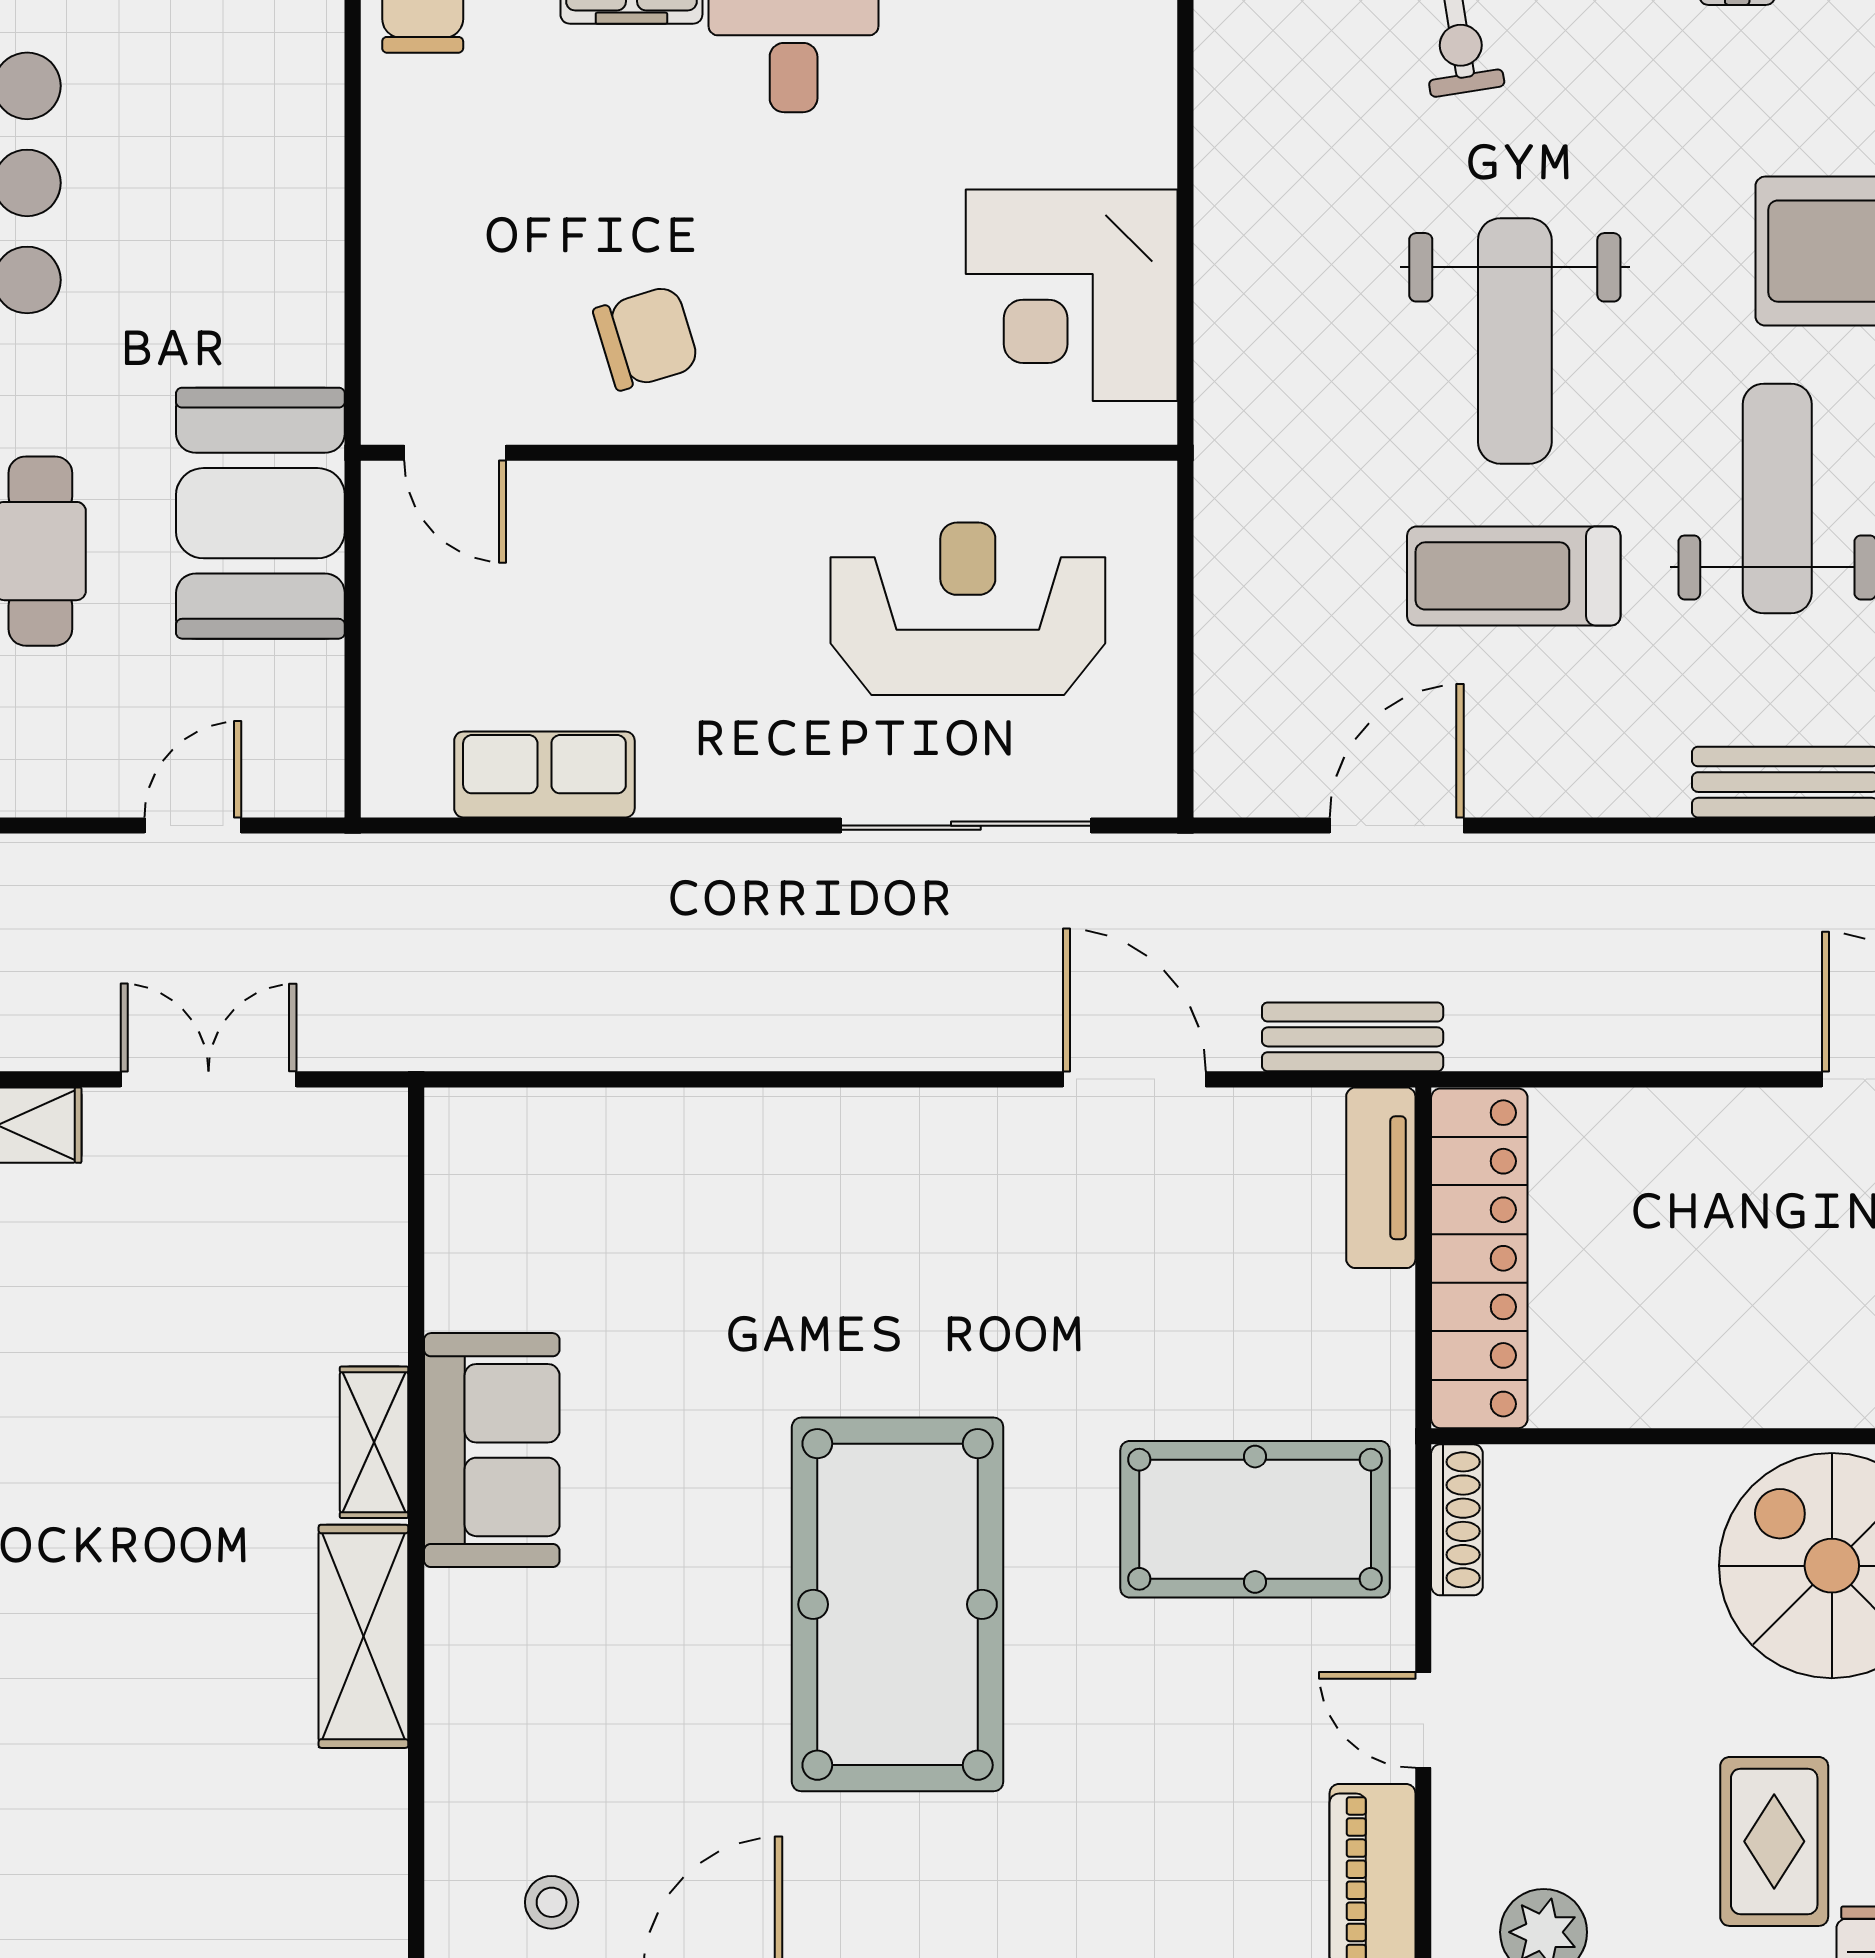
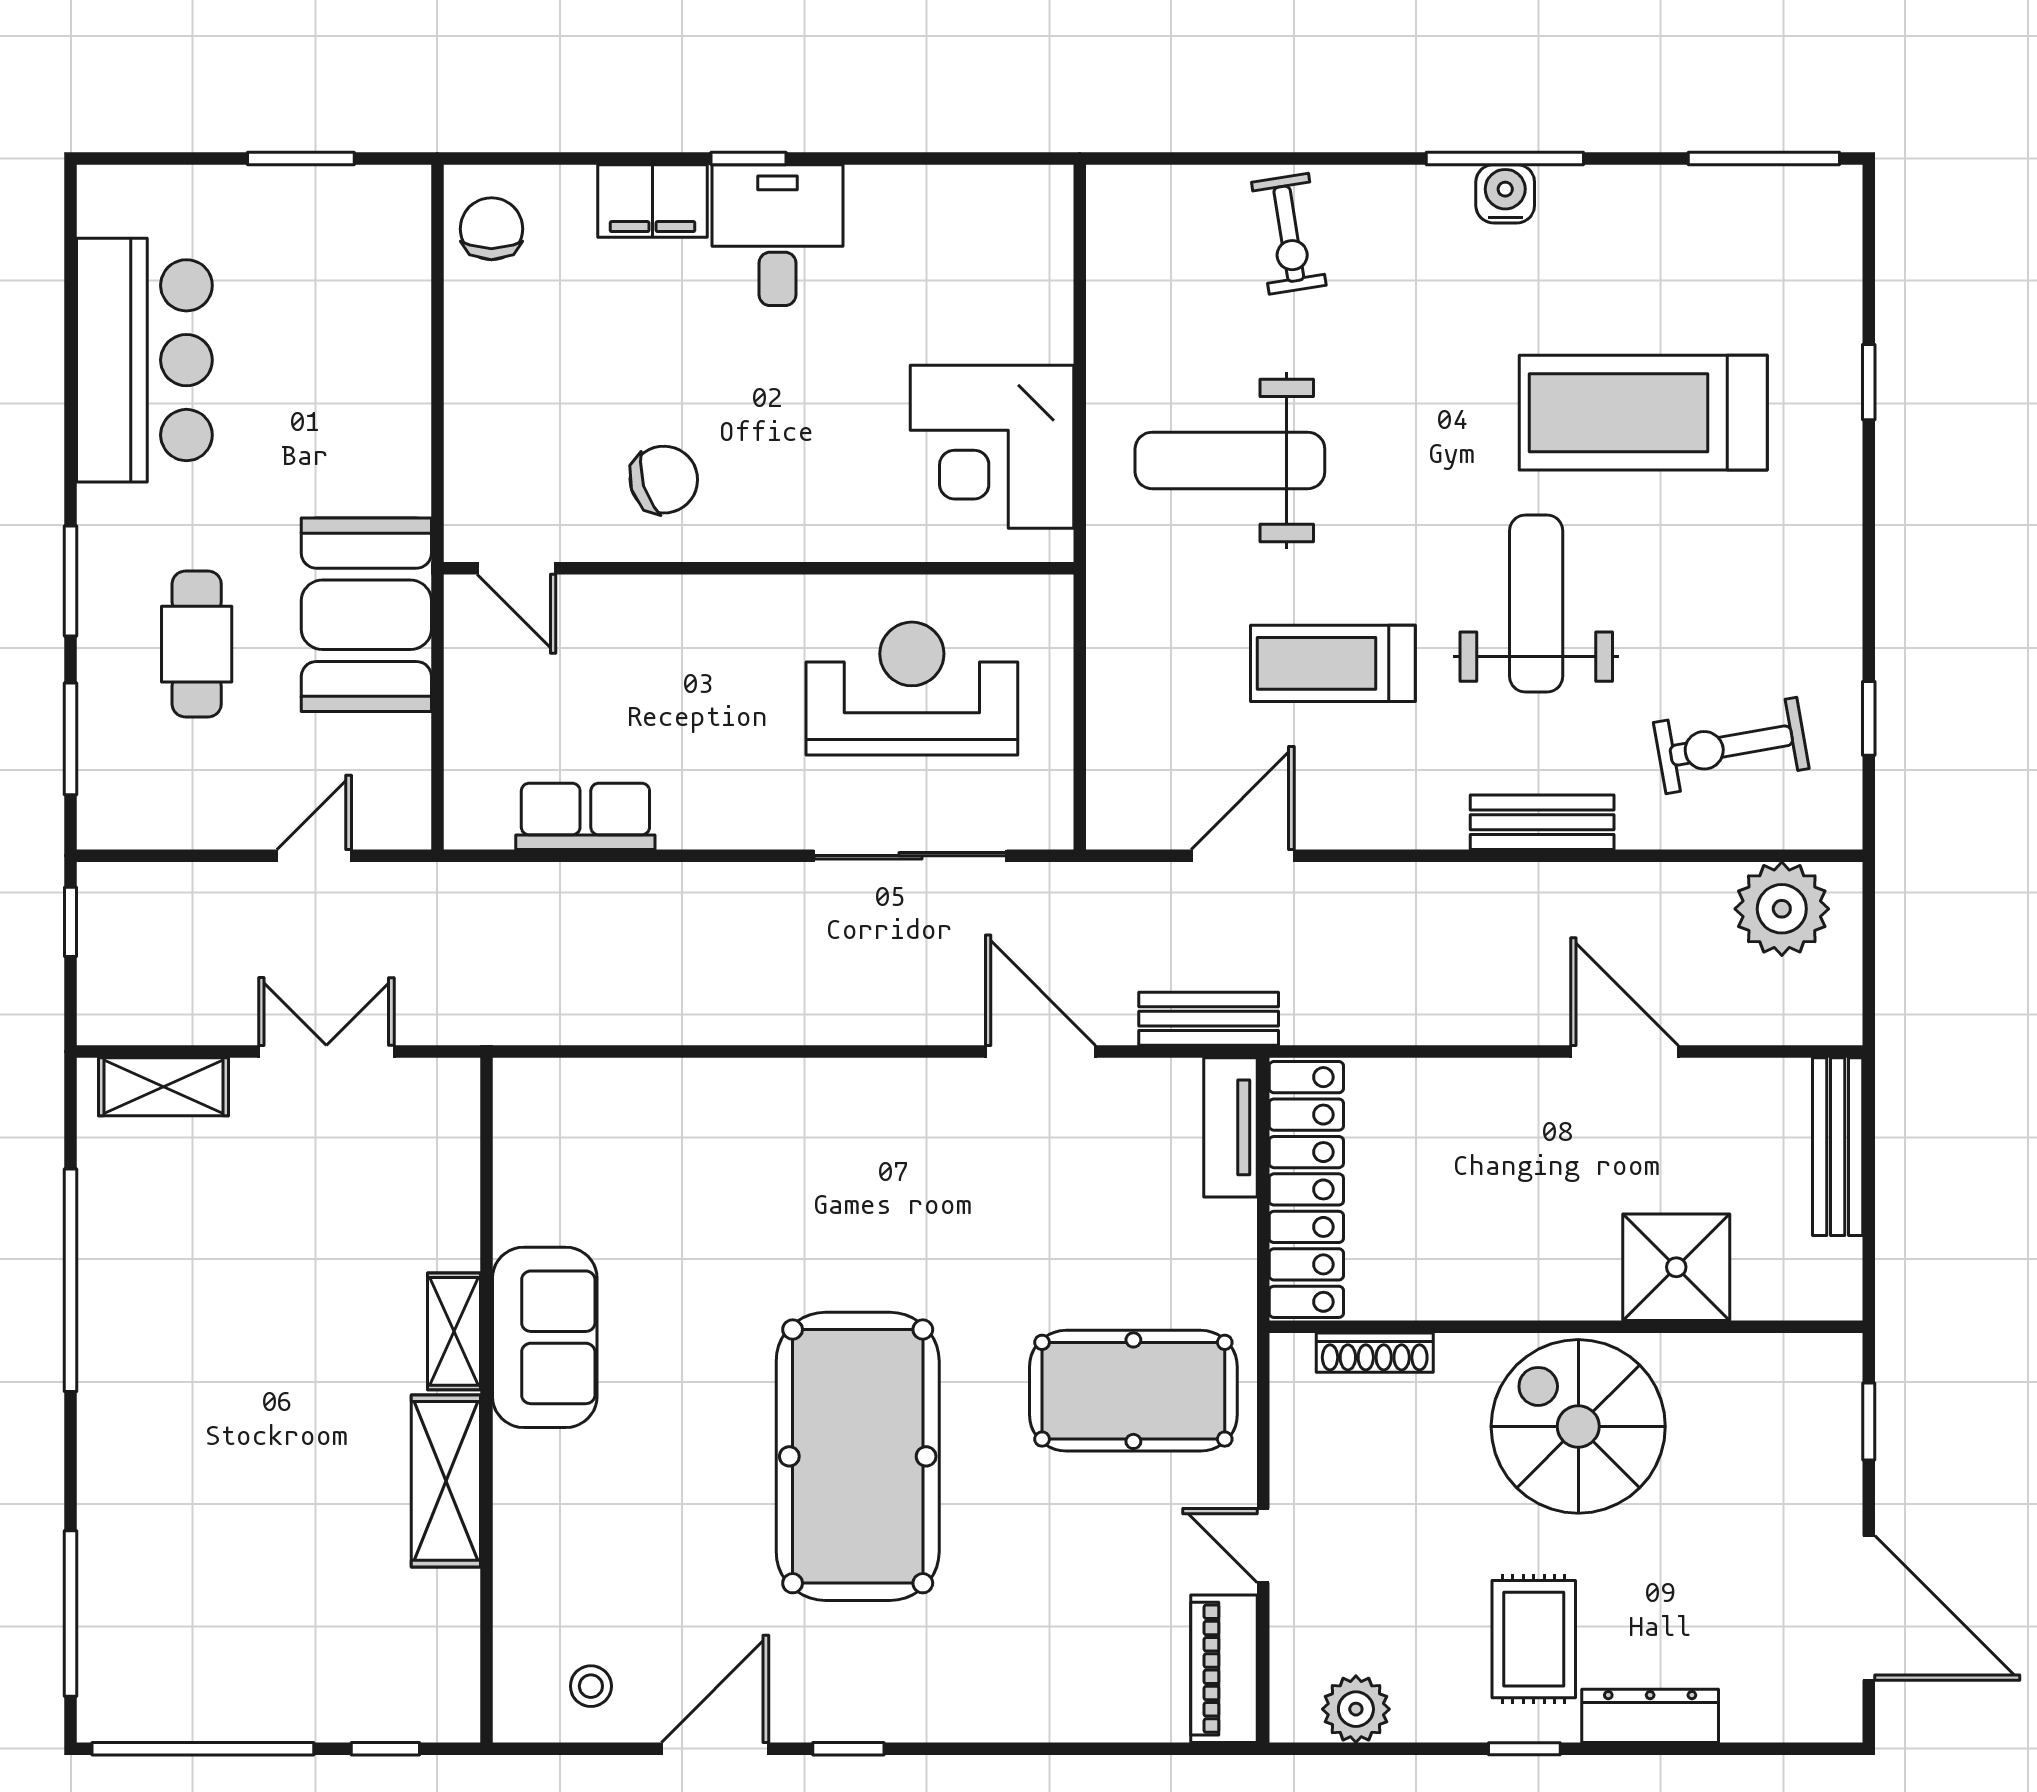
weight bench: (1515, 341) -> (1230, 460), moved, turned 90
shoe rack: (1457, 1520) -> (1375, 1353), moved, turned 90

